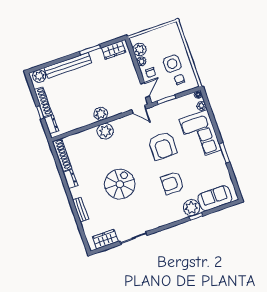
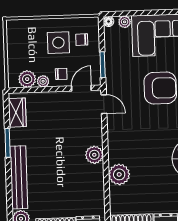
door: (145, 90) -> (81, 88), hinge flipped
door: (139, 109) -> (104, 104), hinge flipped
plant: (105, 131) -> (119, 174), moved

